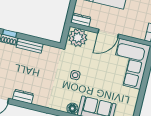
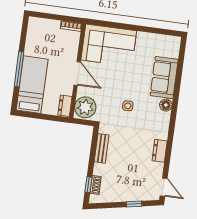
bench: (30, 46) -> (102, 148), moved
dresser: (23, 97) -> (160, 151), moved

